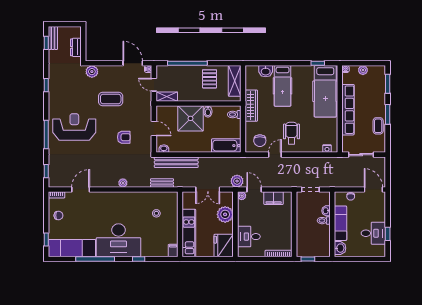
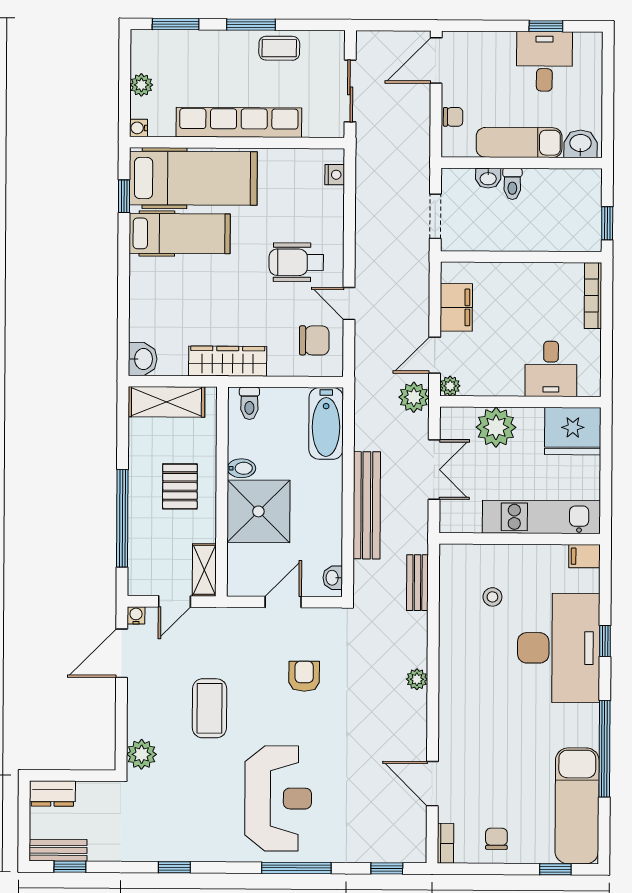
dresser: (76, 47) -> (52, 794), moved
washbasin: (266, 71) -> (143, 359), moved
pallet: (210, 79) -> (180, 486), moved, turned 90
hospital bed: (283, 86) -> (180, 234), moved
reception desk: (74, 127) -> (278, 798), turned 180
bench: (176, 162) -> (367, 505), moved
desk: (118, 240) -> (559, 648), moved

